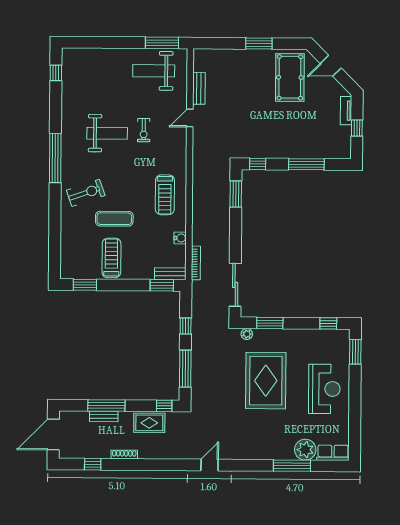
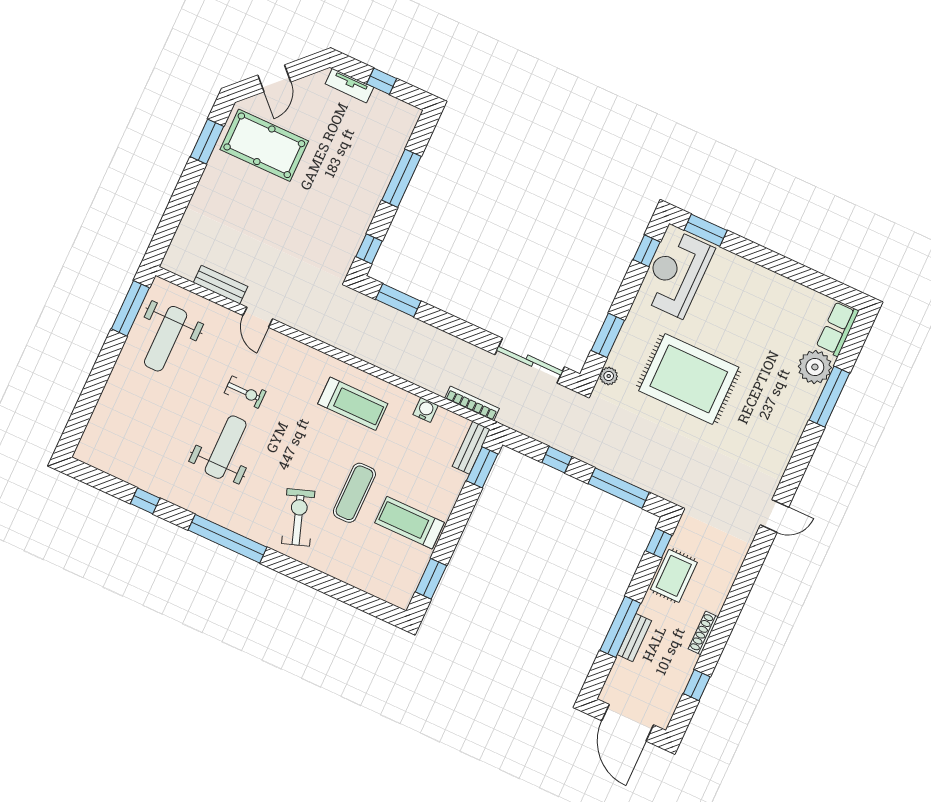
window: (259, 43) -> (207, 142), moved
window: (56, 73) -> (145, 501), moved
reception desk: (324, 389) -> (677, 274), moved, turned -90
door: (210, 465) -> (774, 516), swing flipped

